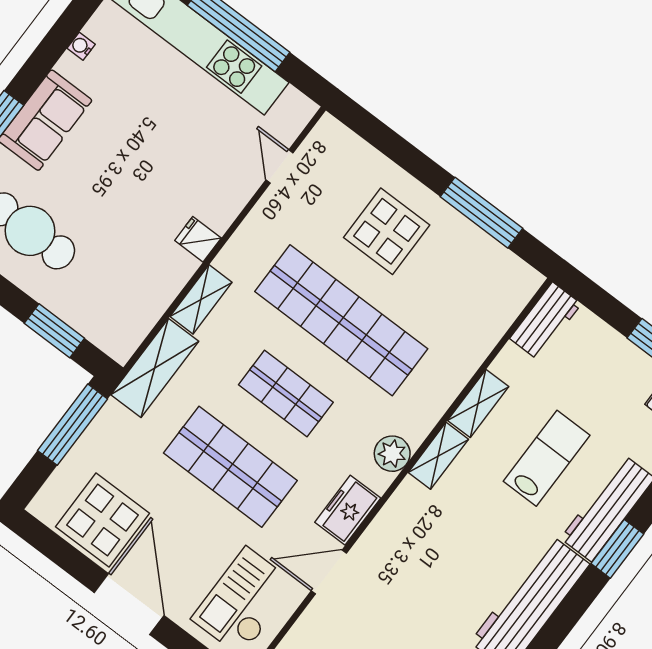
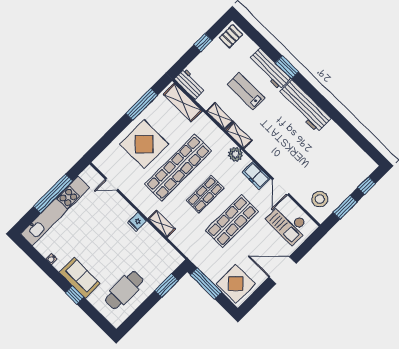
display table: (387, 231) -> (144, 144), width x1.36, depth x1.36
shelving: (155, 368) -> (183, 102), moved
display table: (103, 520) -> (236, 284), moved

